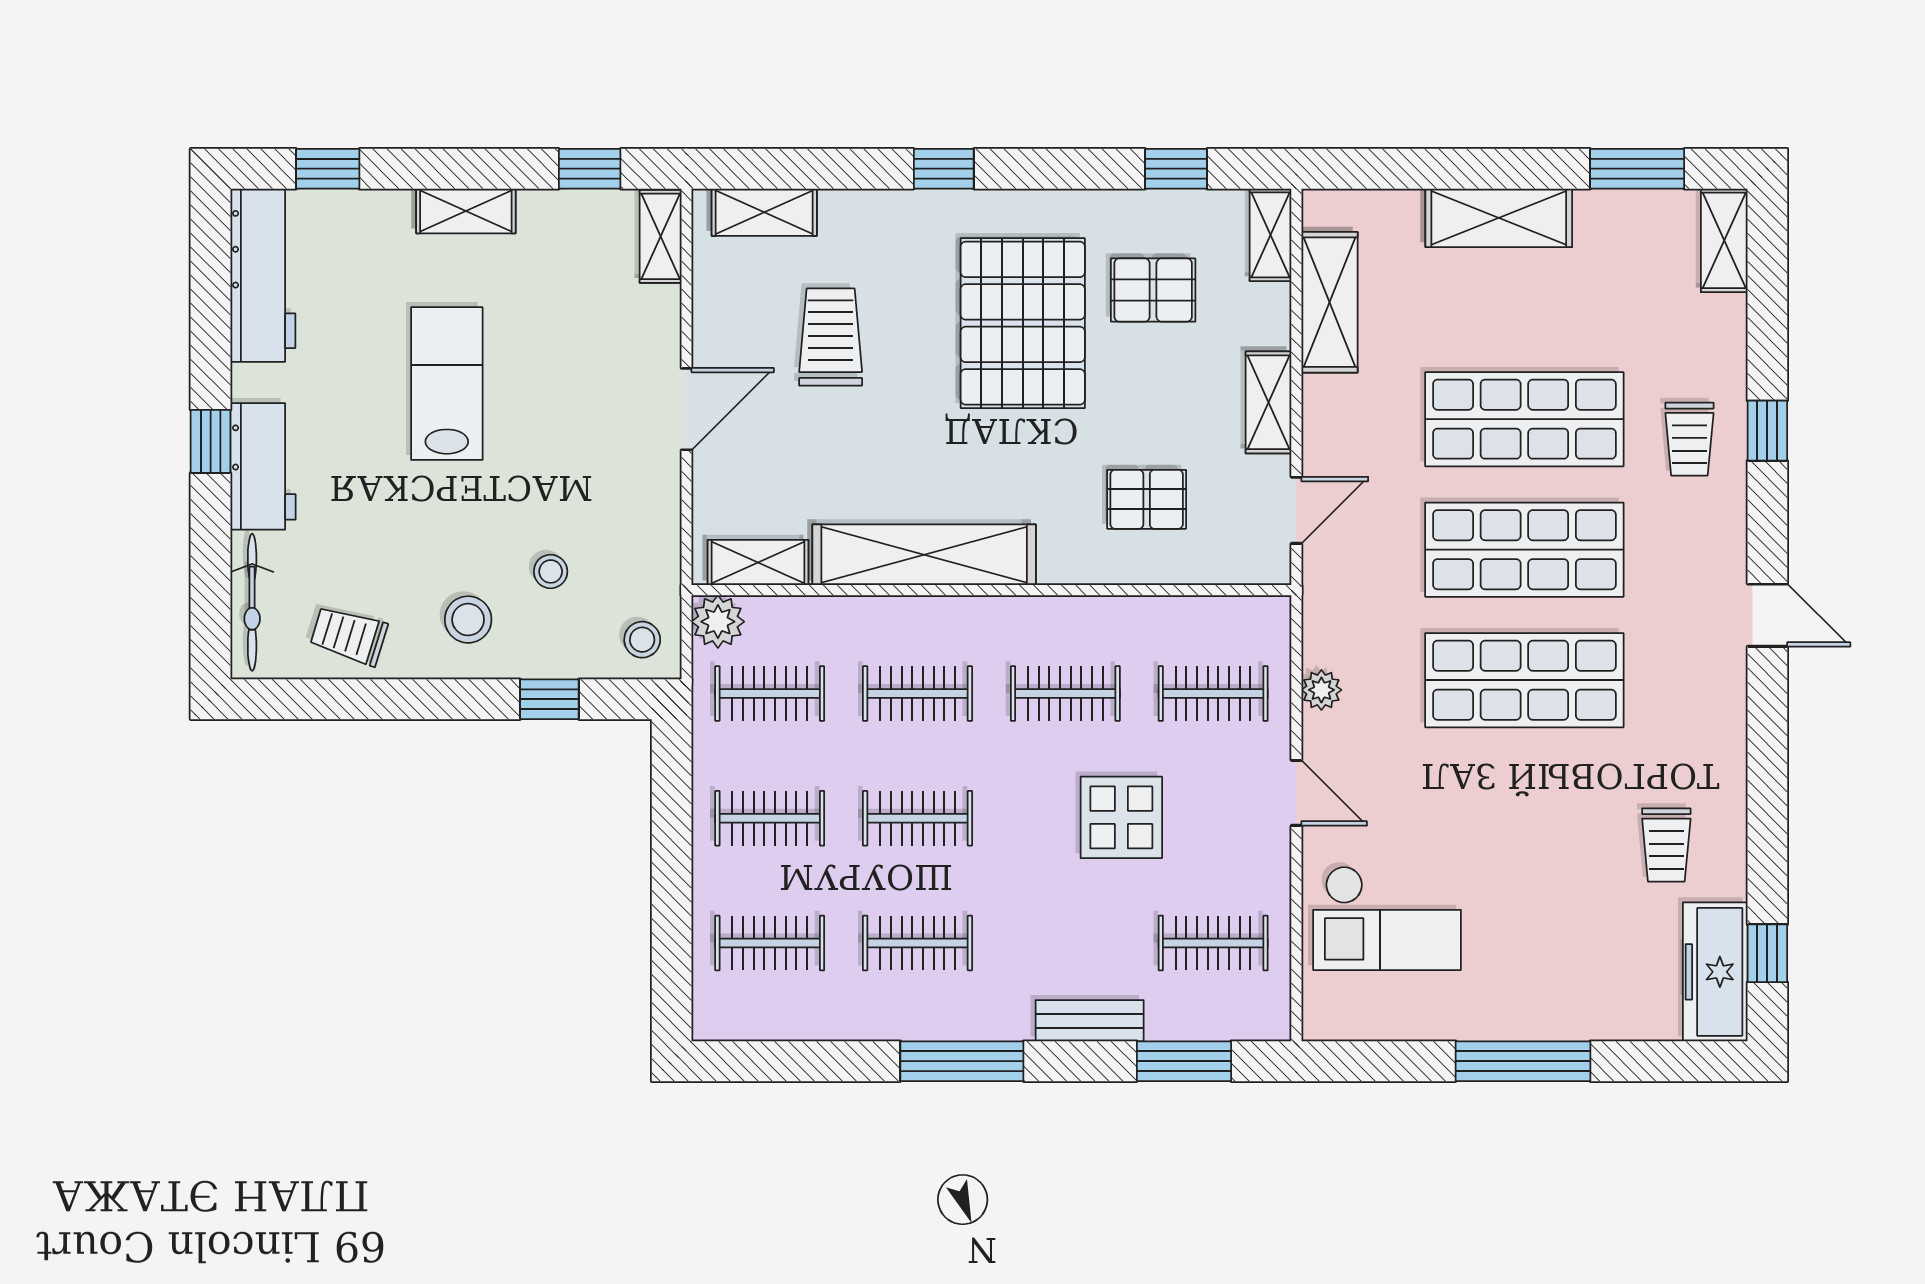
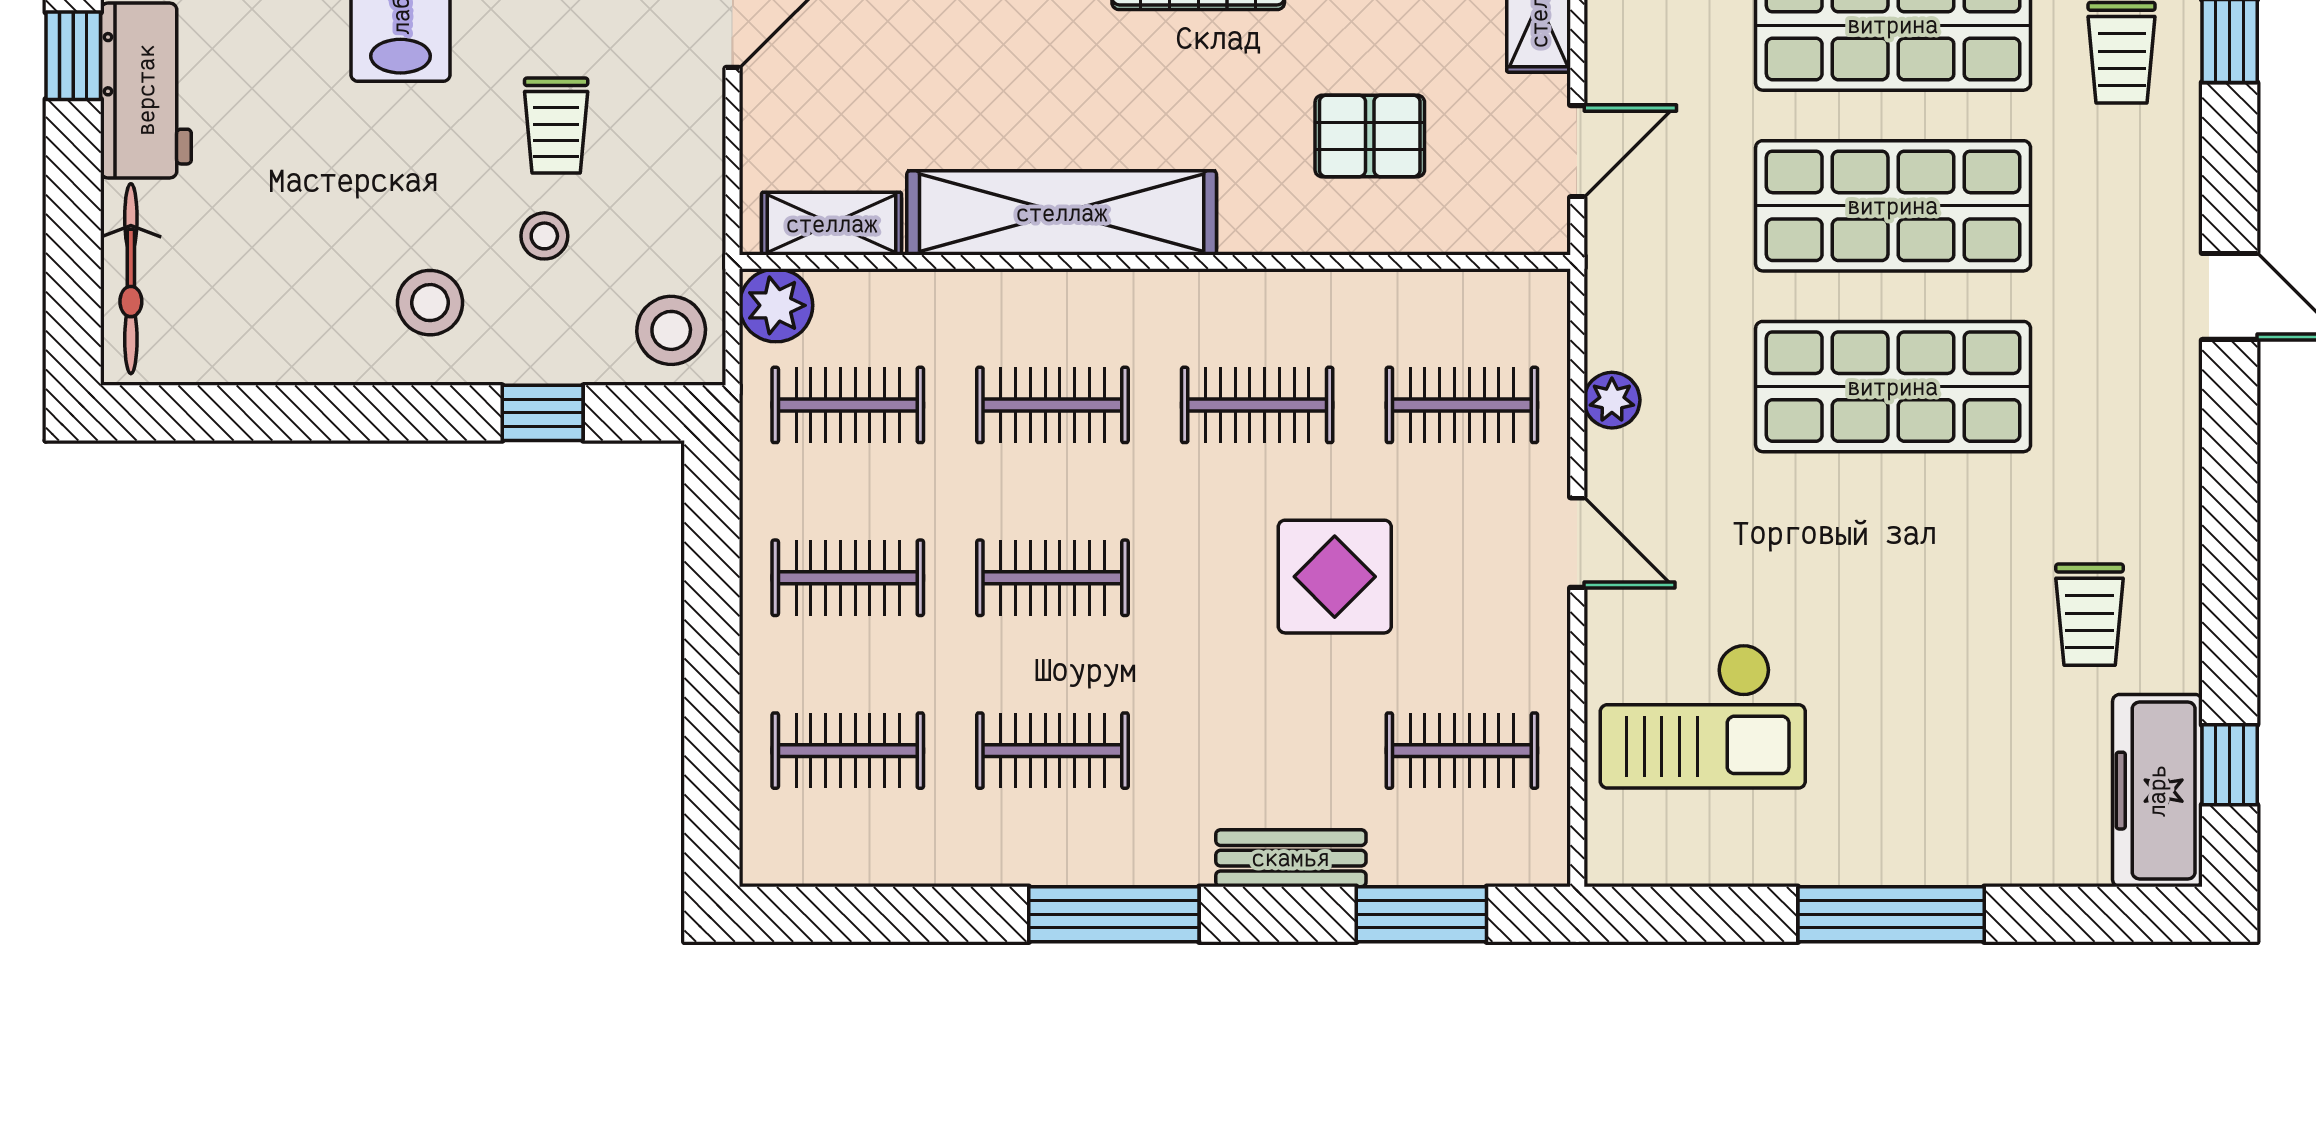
trolley: (349, 636) -> (556, 126), moved, turned -107
stool: (642, 640) -> (671, 330), width x1.37, depth x1.37

